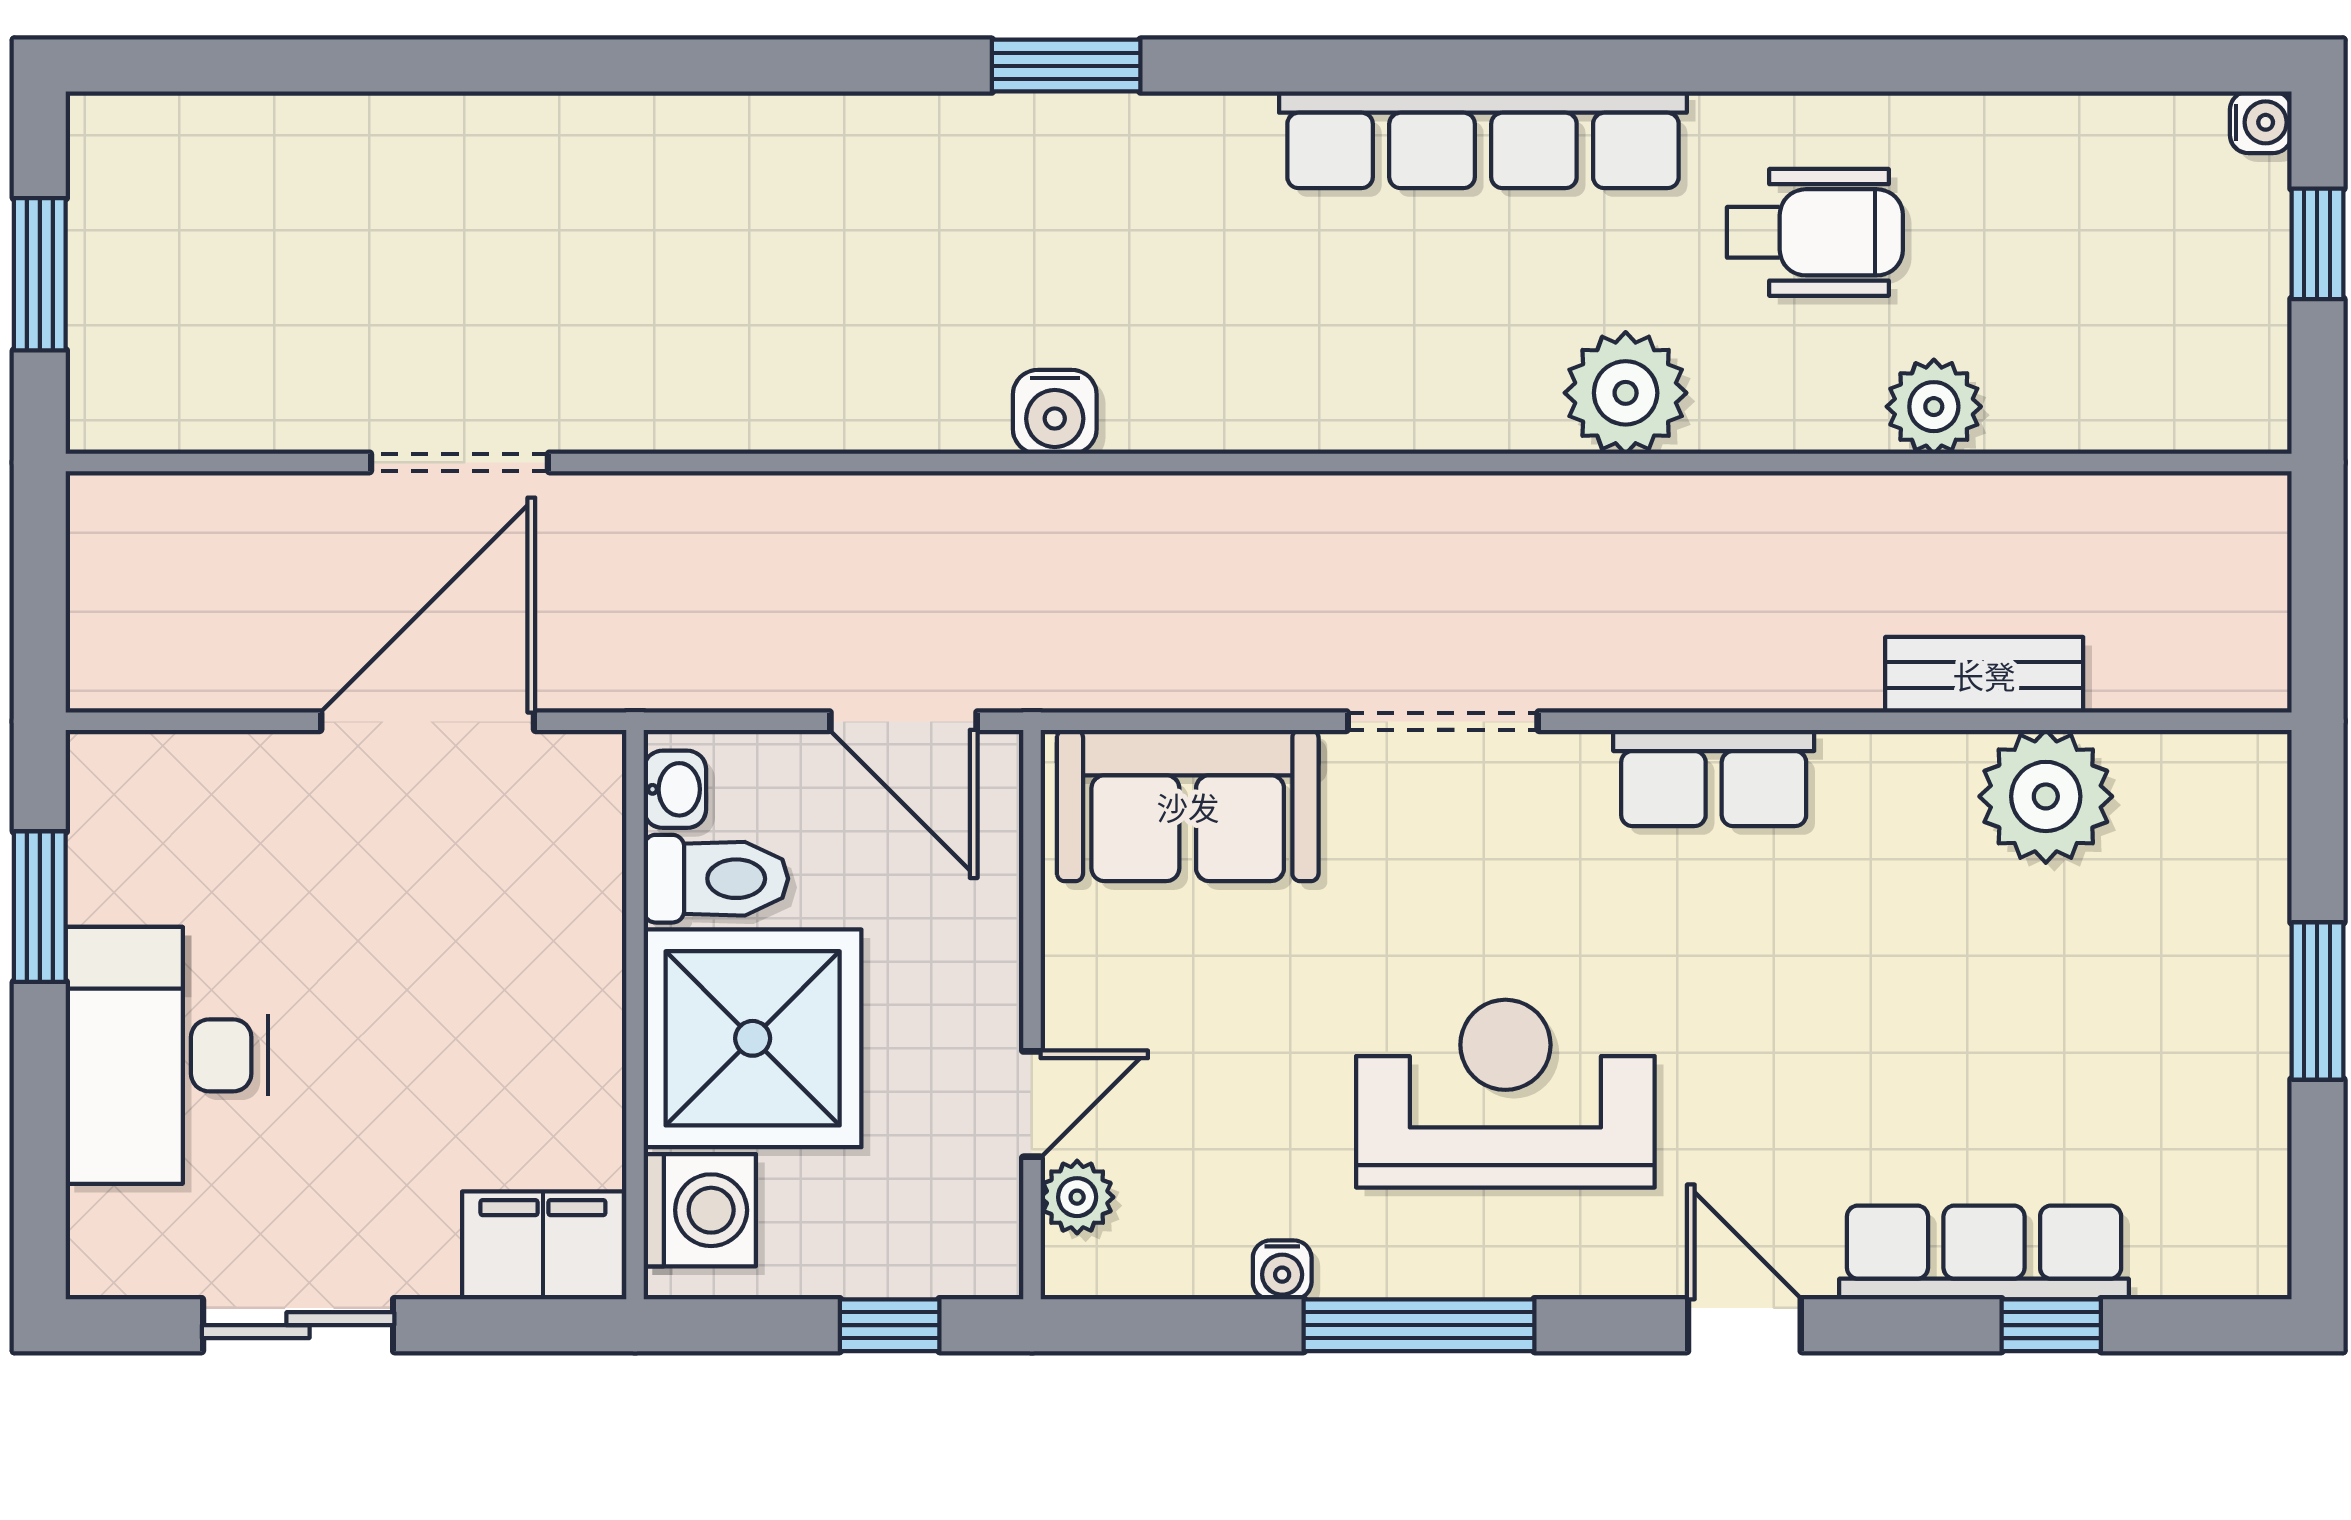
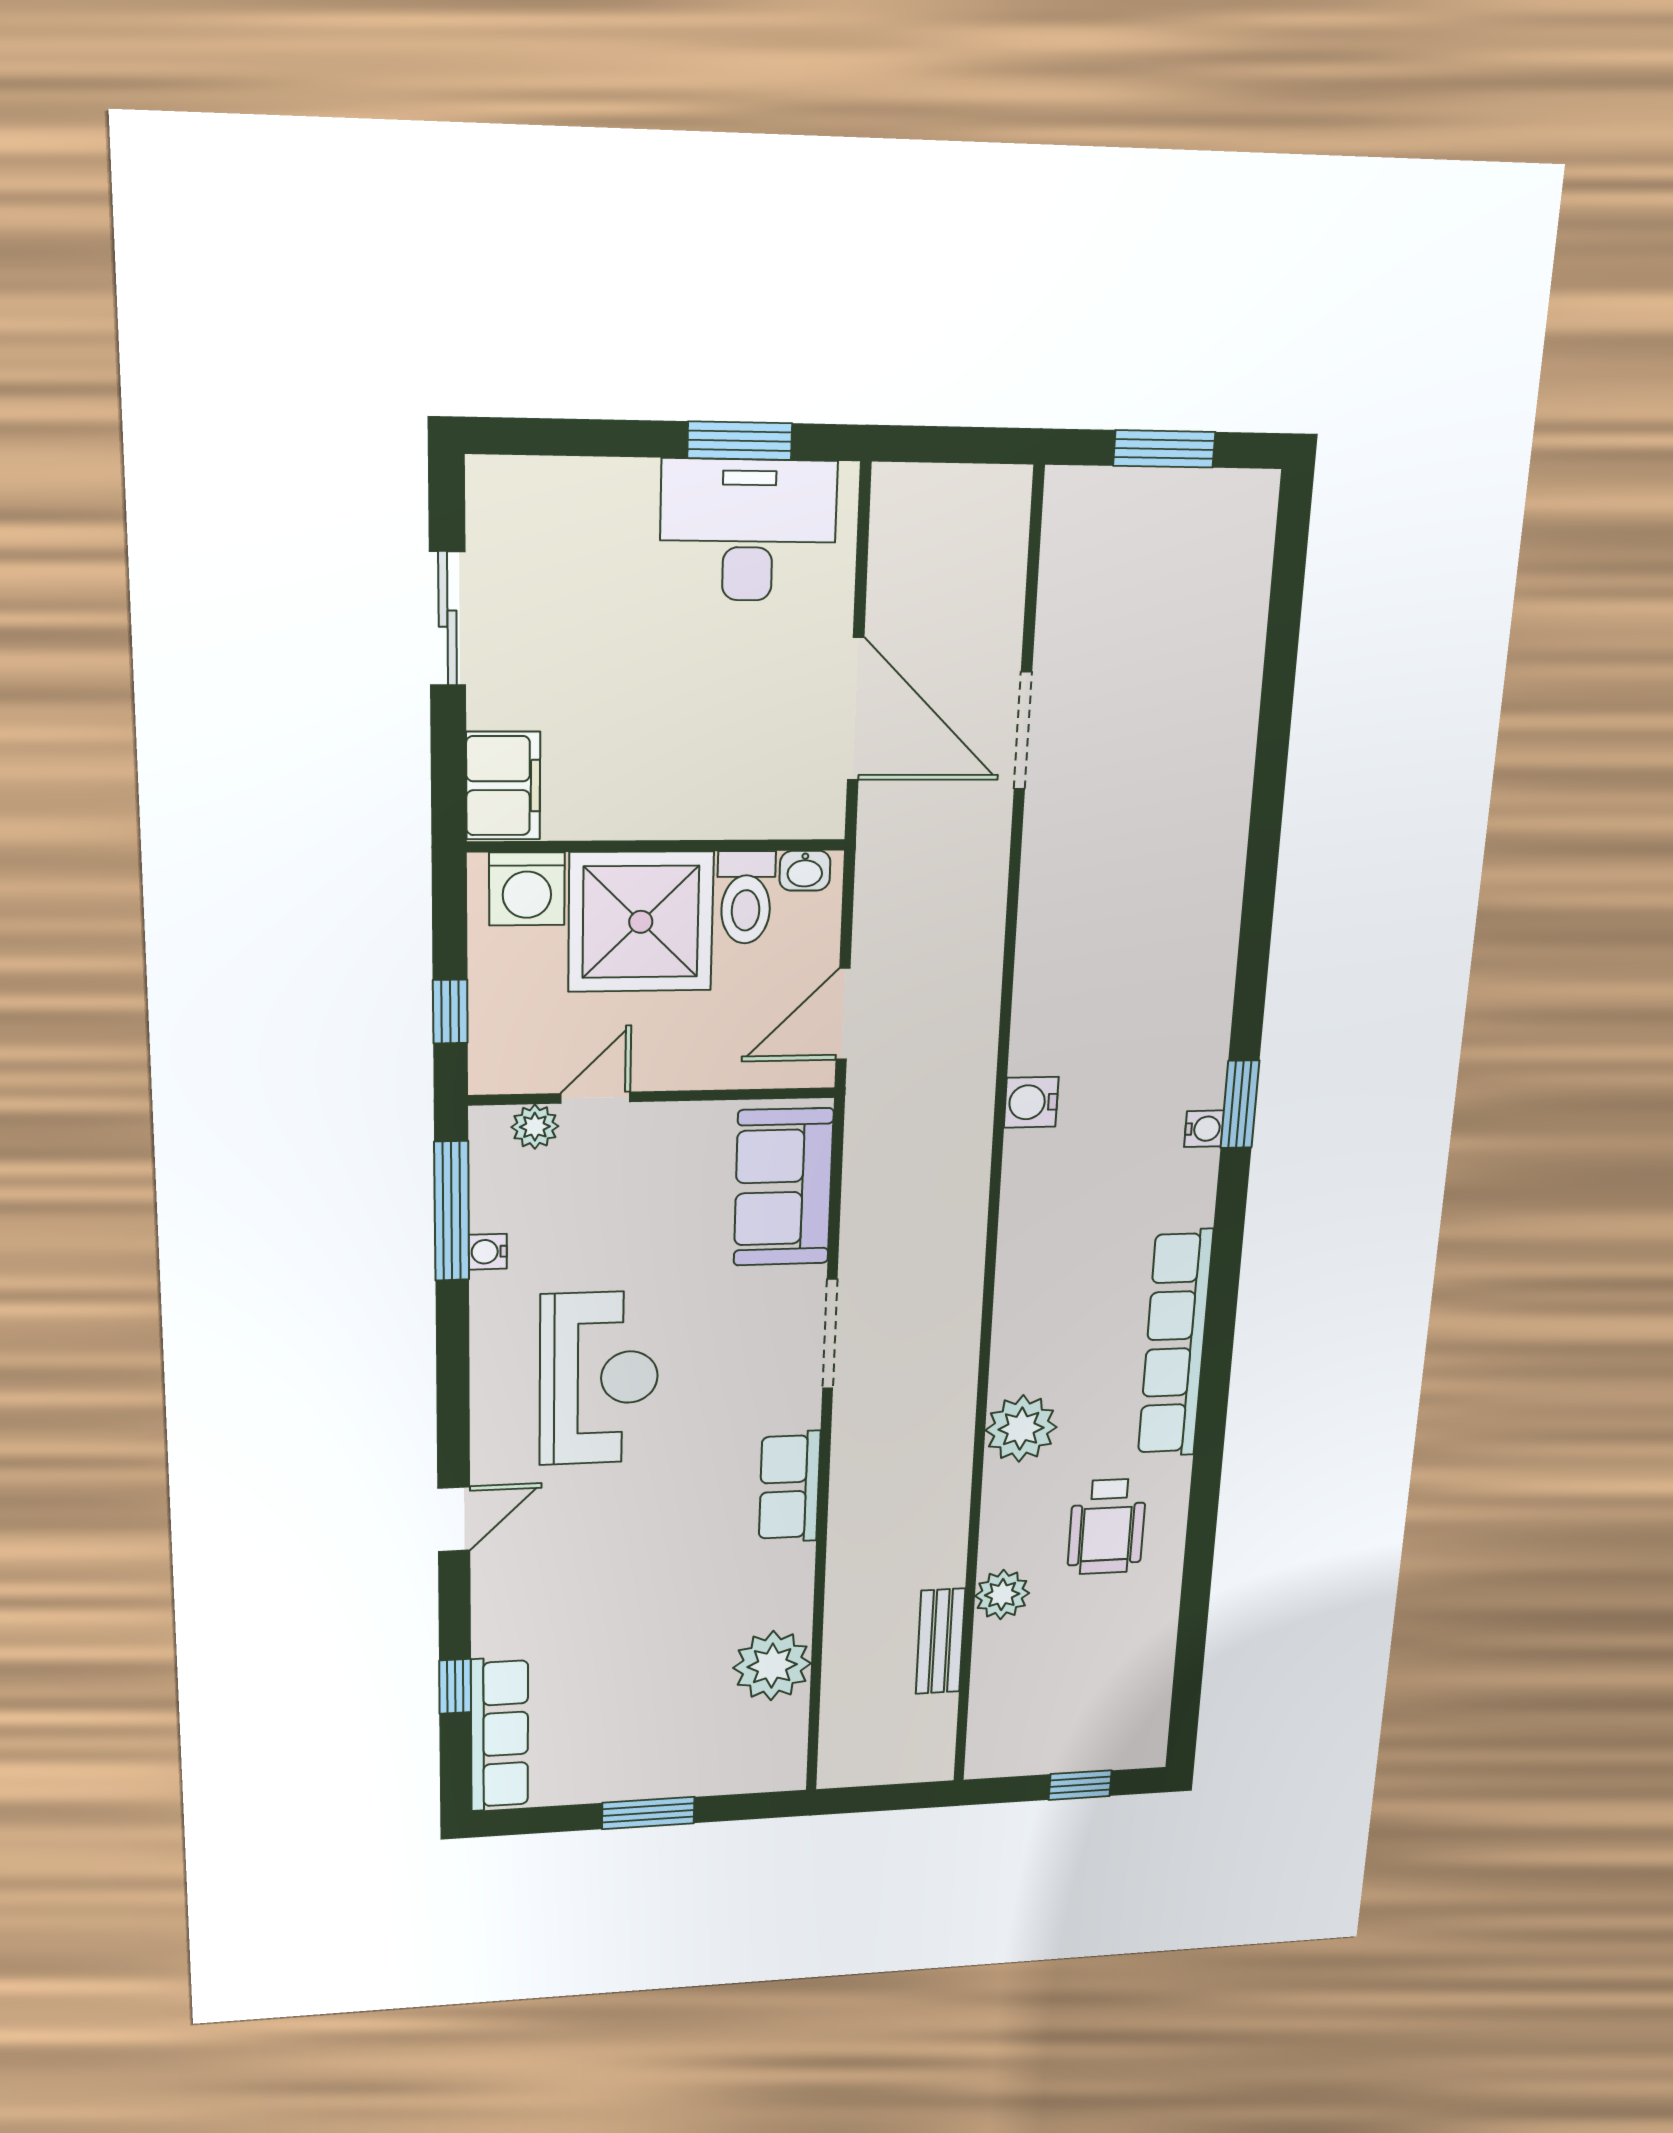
water cooler: (2261, 122) -> (1204, 1129), moved, turned -90
bench: (1984, 675) -> (940, 1641), moved
desk: (167, 1055) -> (748, 530), moved
door: (1032, 1104) -> (595, 1098), swing flipped
row of seats: (1984, 1252) -> (499, 1734), moved
window: (1419, 1325) -> (452, 1211), moved

